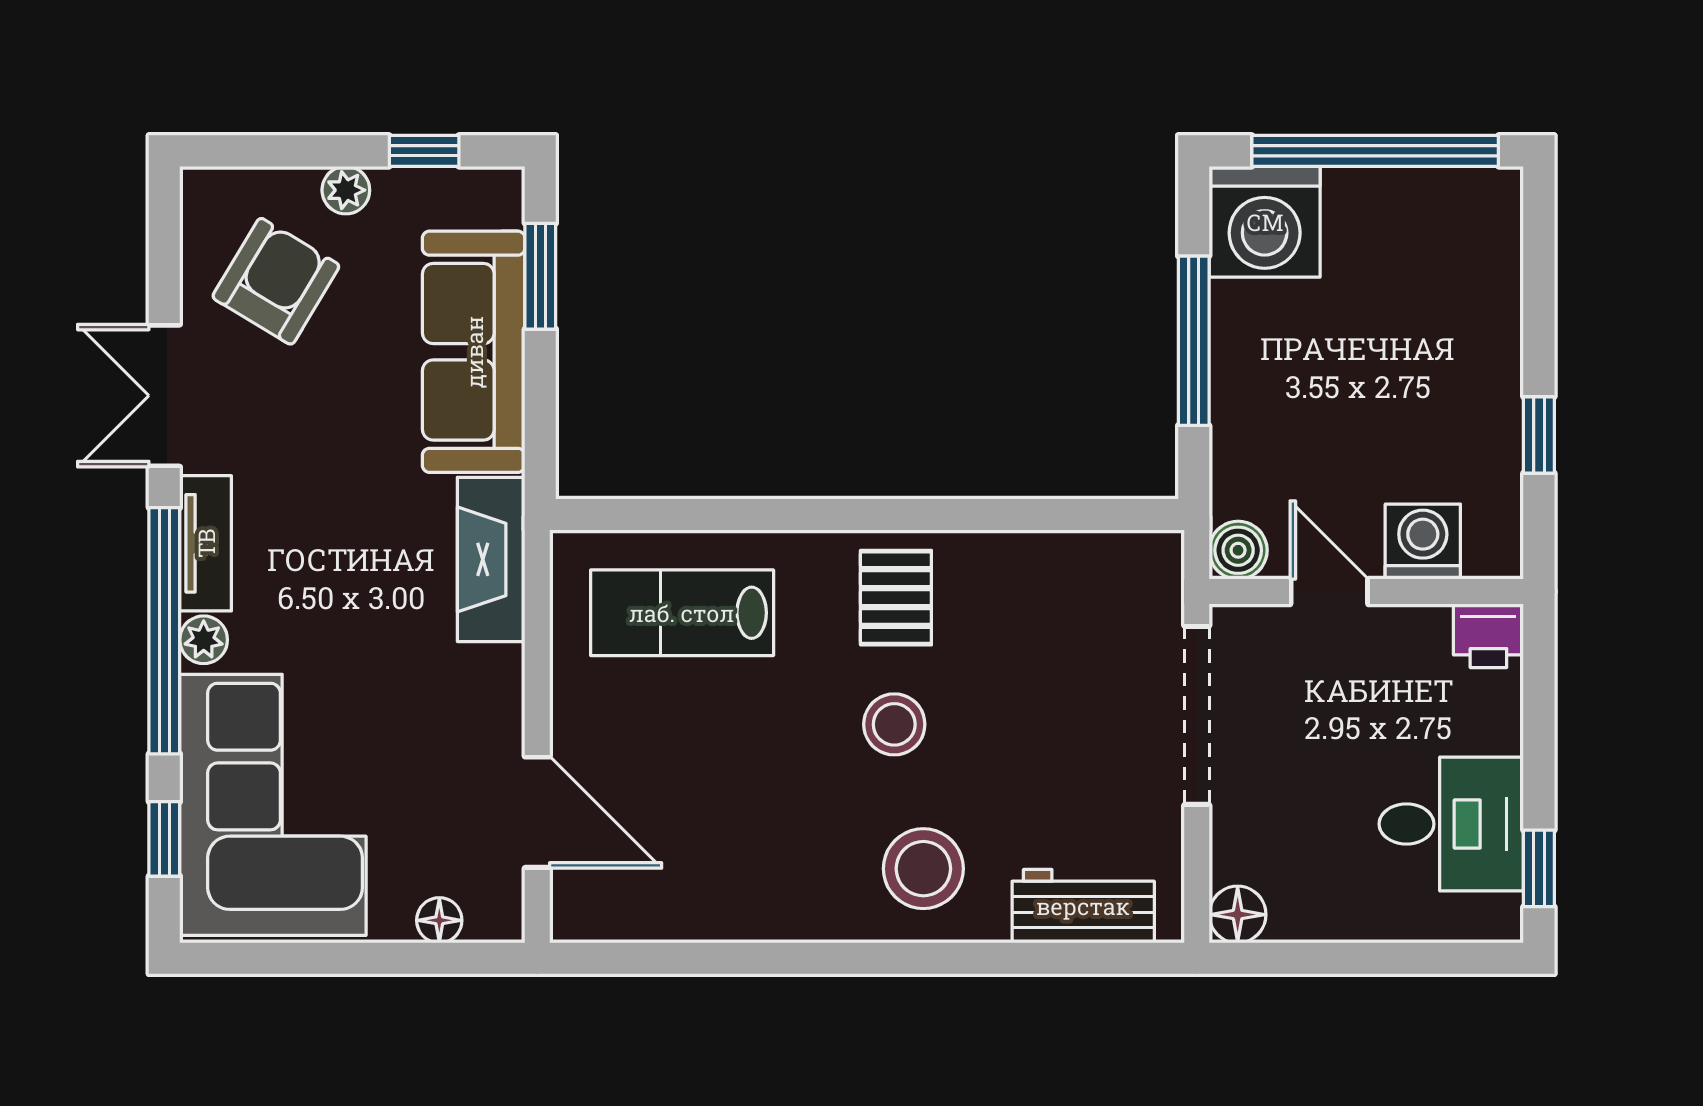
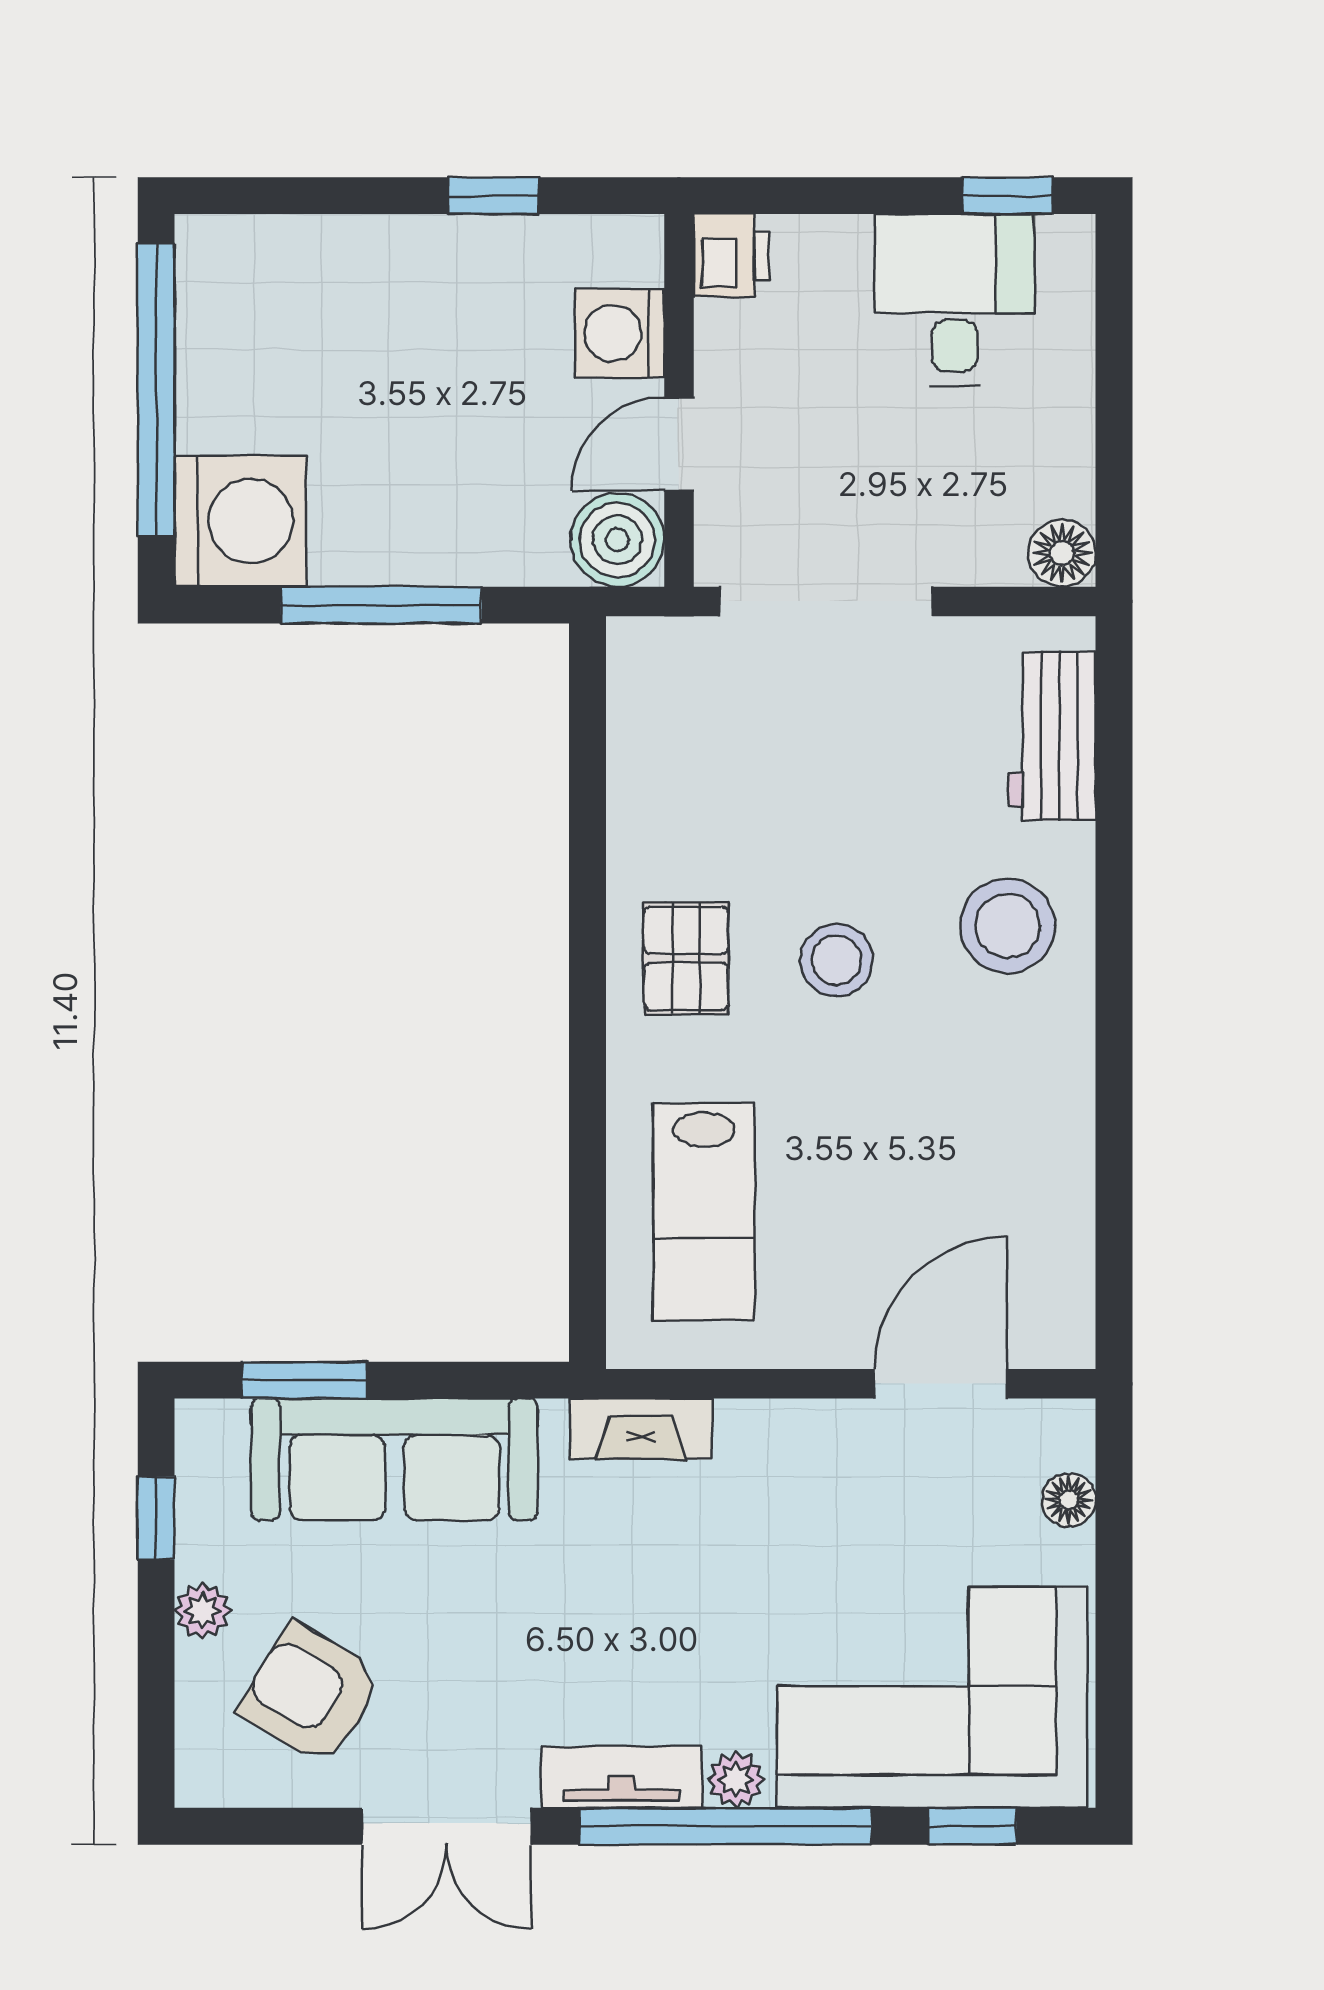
boiler: (1238, 550) -> (617, 540), width x1.36, depth x1.36
fireplace: (491, 559) -> (641, 1429), width x0.73, depth x0.76
pallet: (896, 598) -> (686, 958), turned 90

